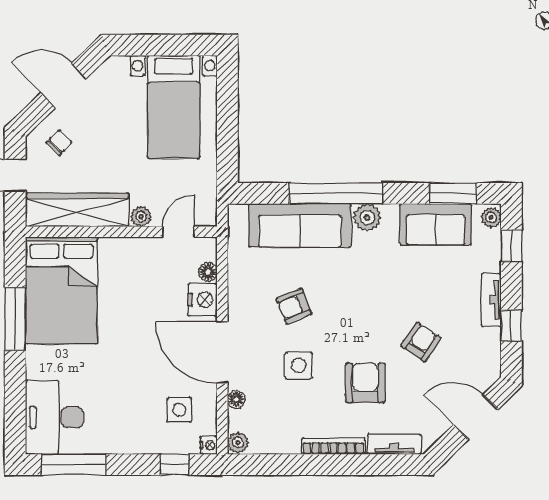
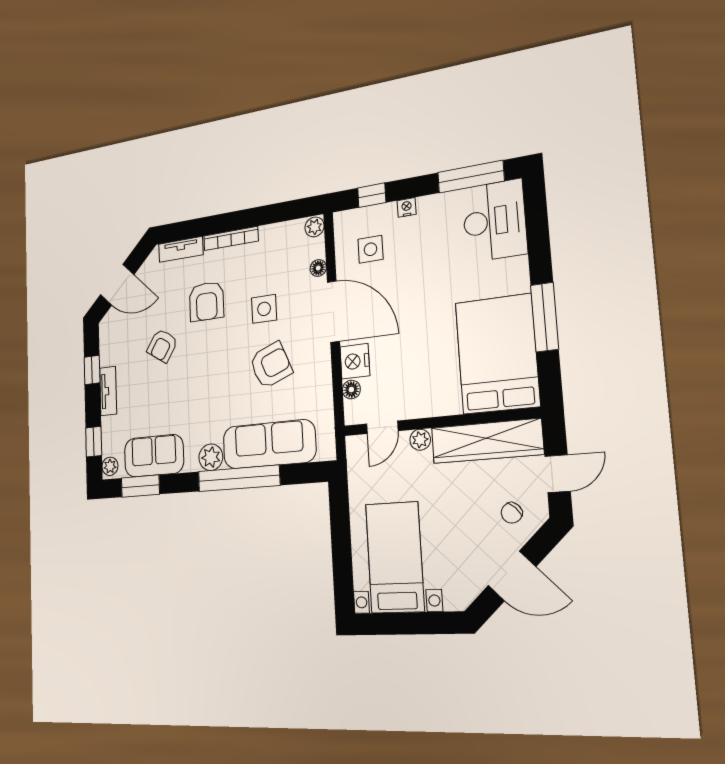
armchair: (294, 306) -> (271, 365), width x1.38, depth x1.38
nightstand: (209, 445) -> (407, 207), moved, turned 90

